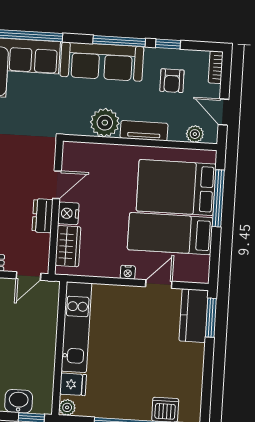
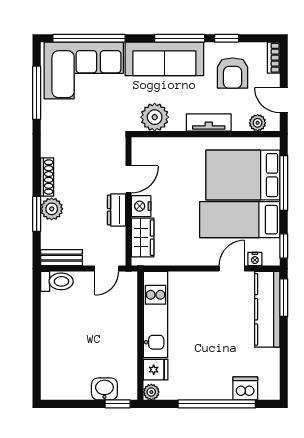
armchair: (172, 81) -> (233, 73), width x1.38, depth x1.38
plant: (105, 123) -> (155, 117), moved
window: (214, 264) -> (284, 246), added
nightstand: (128, 272) -> (255, 259), moved
kitchen counter: (194, 316) -> (267, 309), width x1.50

